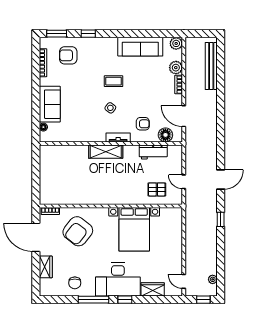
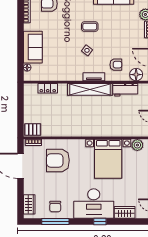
locker: (66, 150) -> (48, 88), added
shelving: (106, 152) -> (90, 89), width x1.47
pallet: (157, 189) -> (33, 129), moved
plant: (167, 214) -> (137, 145), added
armchair: (78, 231) -> (58, 160), turned 52
wardrobe: (46, 267) -> (29, 204), moved
window: (93, 300) -> (55, 221), moved

